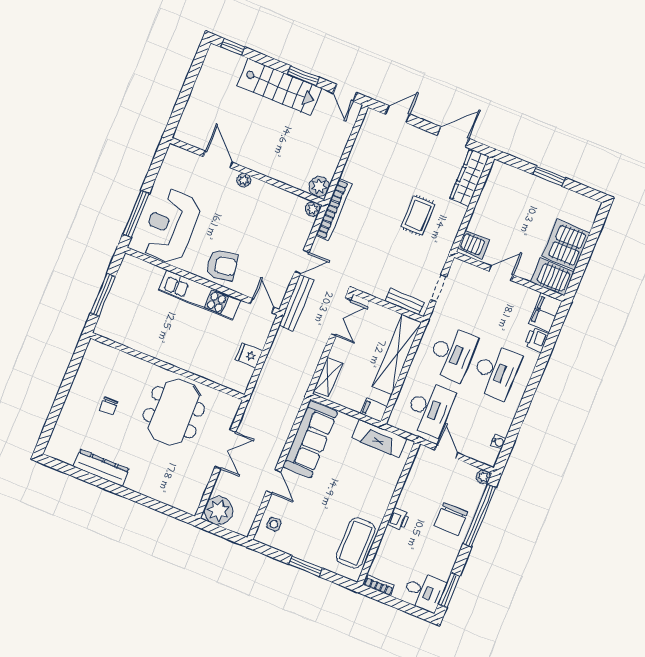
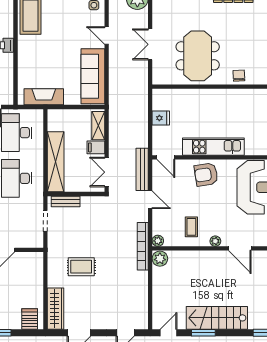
door: (345, 93) -> (169, 333), hinge flipped
coffee table: (265, 209) -> (191, 227), added
rug: (418, 215) -> (81, 267), turned 90
server rack: (474, 245) -> (30, 319), moved, turned 90
door: (302, 262) -> (150, 200), swing flipped
chair: (109, 406) -> (239, 76), moved
filing cabinet: (374, 410) -> (96, 147), moved, turned 180

